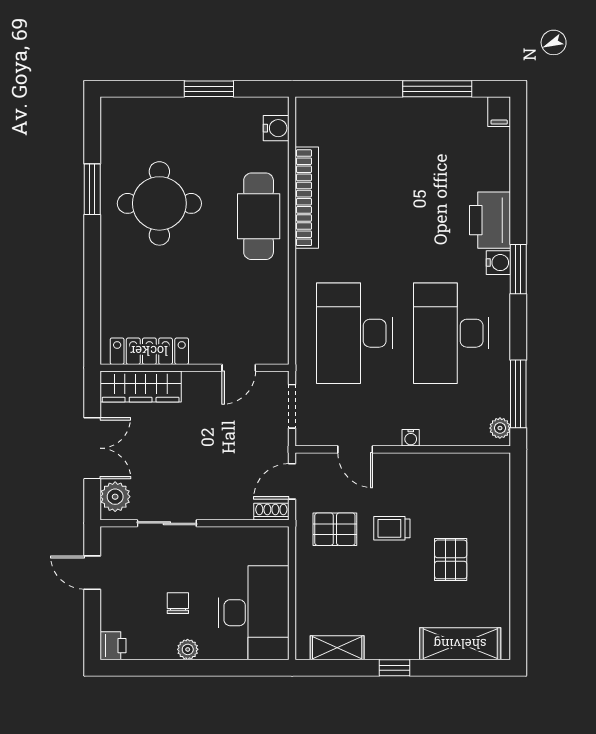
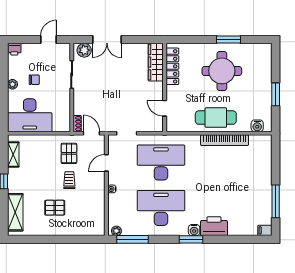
locker: (149, 351) -> (172, 66), moved
wall: (195, 368) -> (165, 87), moved
door: (239, 368) -> (165, 108), moved
wardrobe: (141, 386) -> (156, 62), moved

